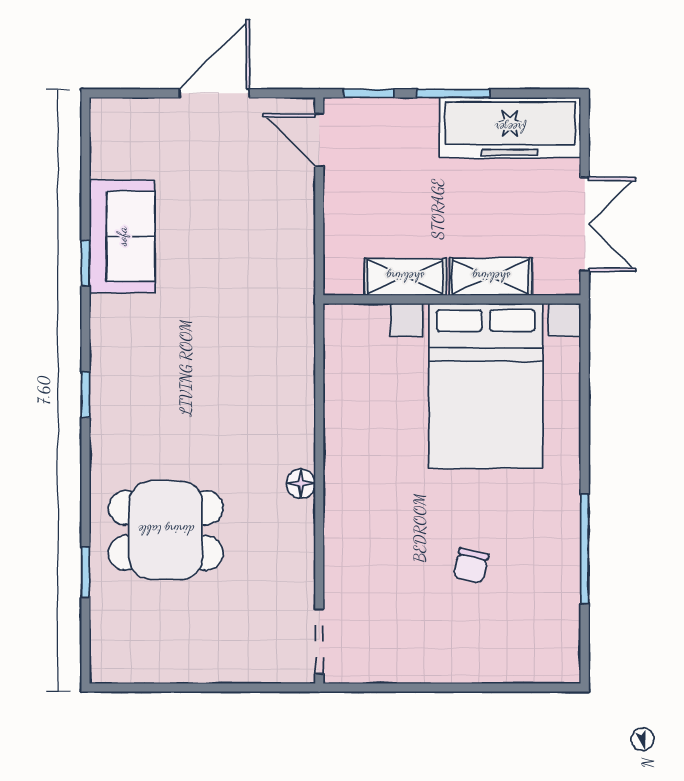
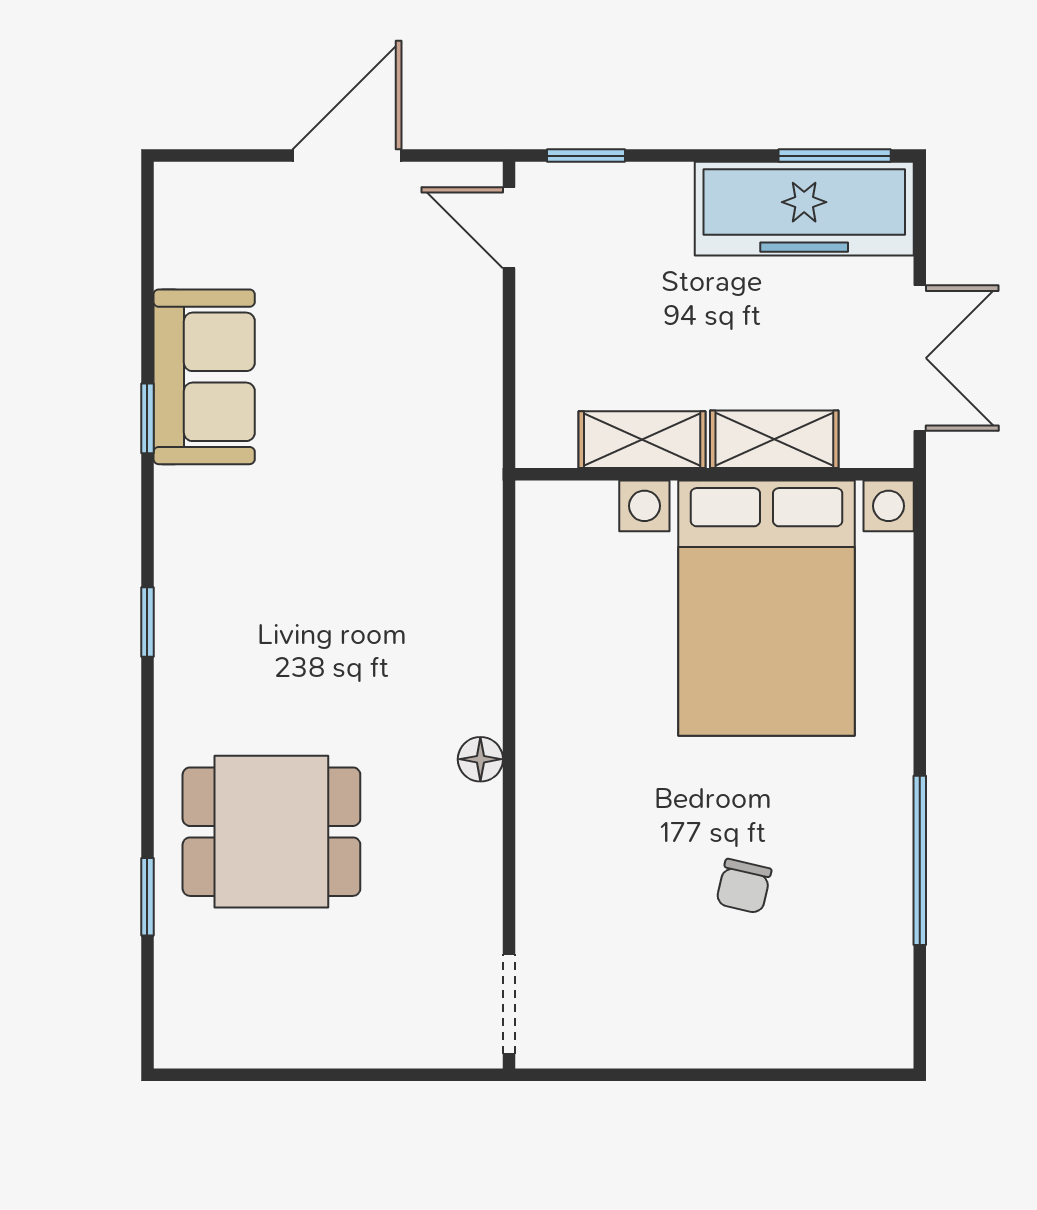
window: (453, 93) -> (835, 156), moved

